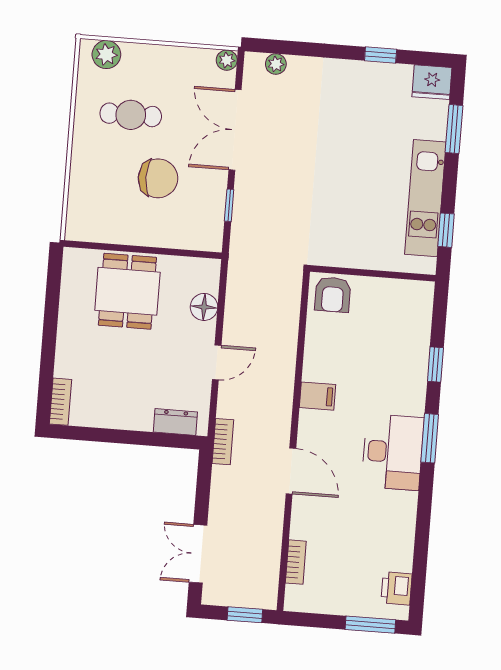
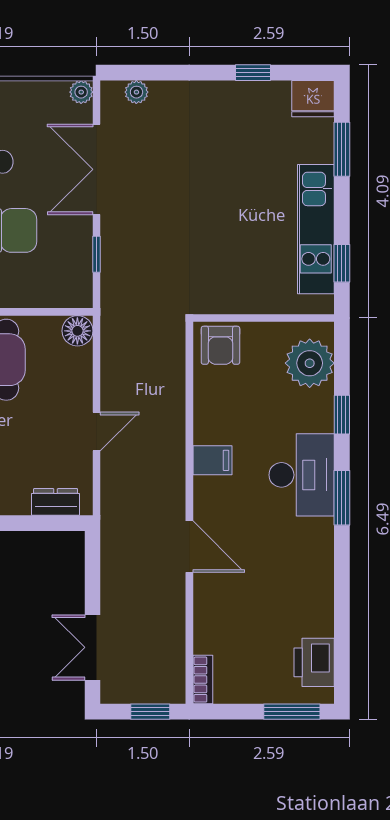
floor lamp: (204, 307) -> (77, 331), moved
plant: (411, 317) -> (310, 363), added
bookcase: (223, 442) -> (110, 520), removed
desk: (393, 452) -> (302, 475), moved
bookcase: (296, 562) -> (203, 680), moved
printer: (397, 588) -> (314, 662), width x1.36, depth x1.24

